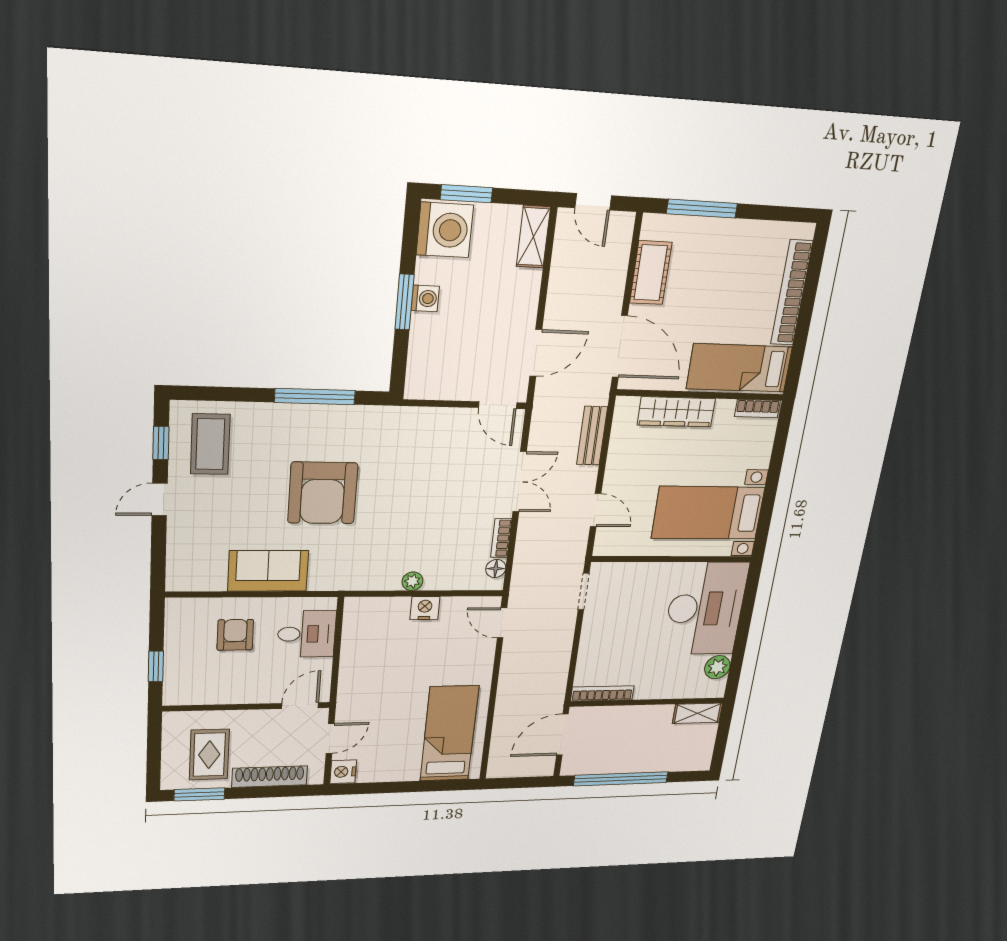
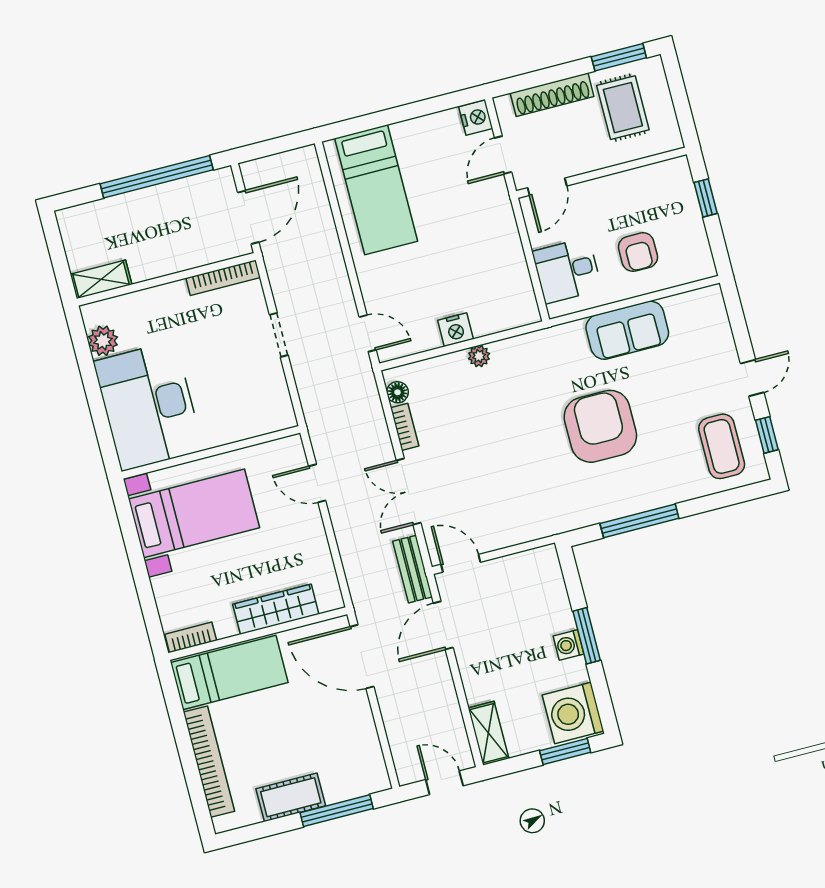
cot: (651, 273) -> (291, 797), moved, turned 90
bench: (592, 436) -> (412, 569), moved
doorway: (584, 592) -> (279, 335), moved

